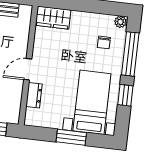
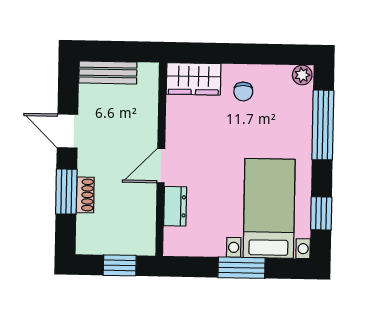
chair: (104, 42) -> (243, 92), moved
window: (125, 95) -> (321, 213), moved

